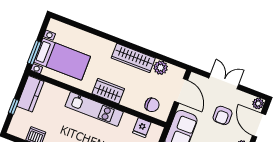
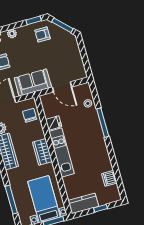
window: (85, 28) -> (11, 200), added
fridge: (142, 128) -> (54, 123), moved

